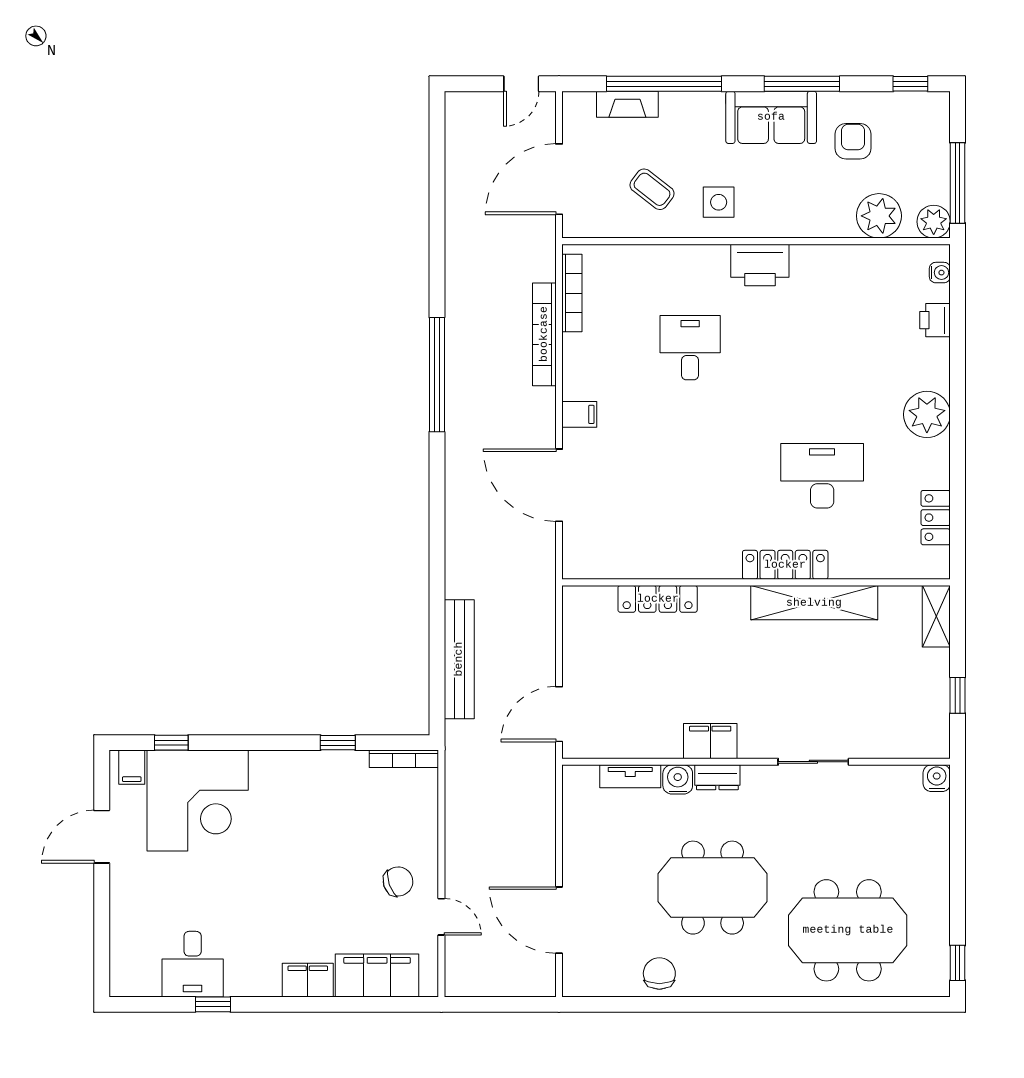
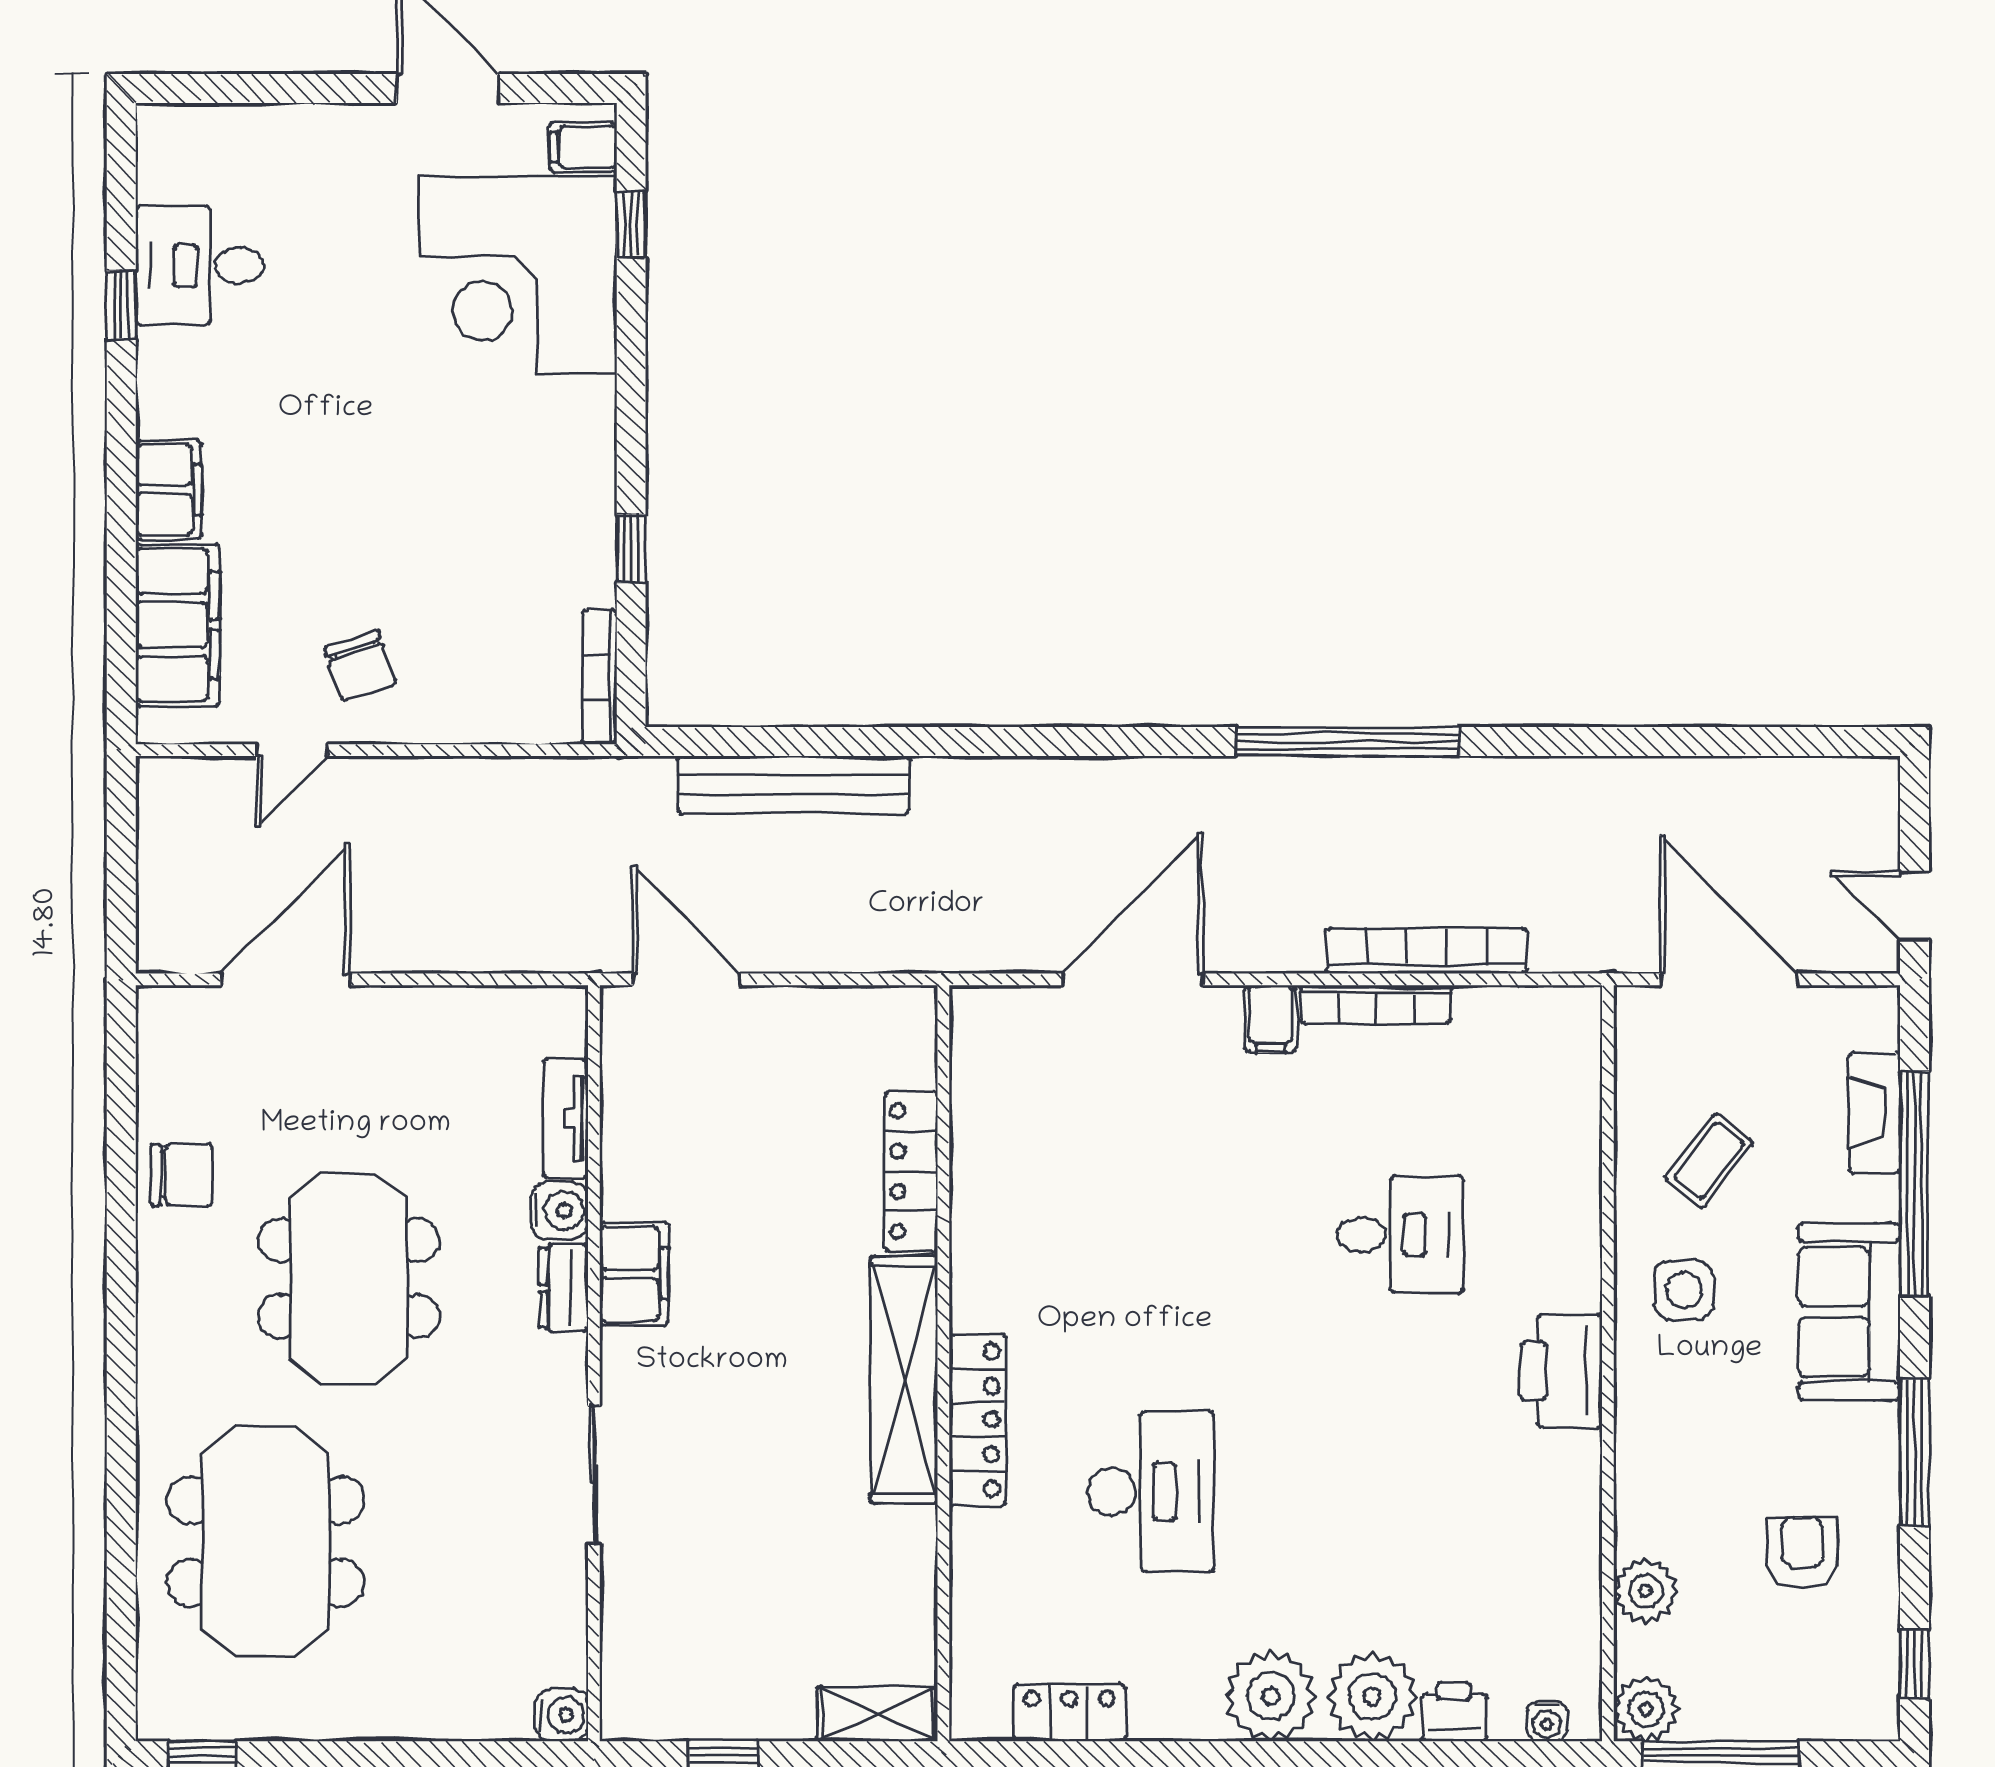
sofa: (771, 117) -> (1849, 1312), moved
armchair: (853, 141) -> (1803, 1552), turned -90
plant: (879, 216) -> (1646, 1591), width x0.73, depth x0.73
bookcase: (572, 293) -> (1376, 1004), moved
plant: (927, 362) -> (1372, 1697), added
shelving: (814, 603) -> (904, 1380), moved

